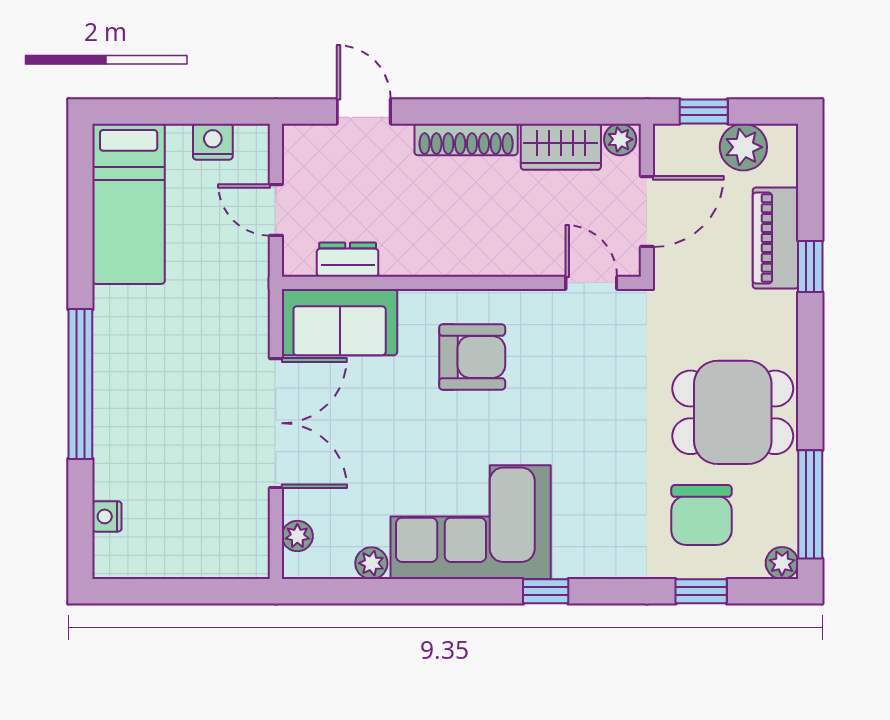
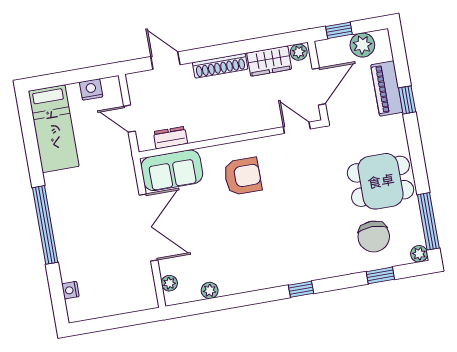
corner sofa: (471, 522) -> (257, 261), removed

